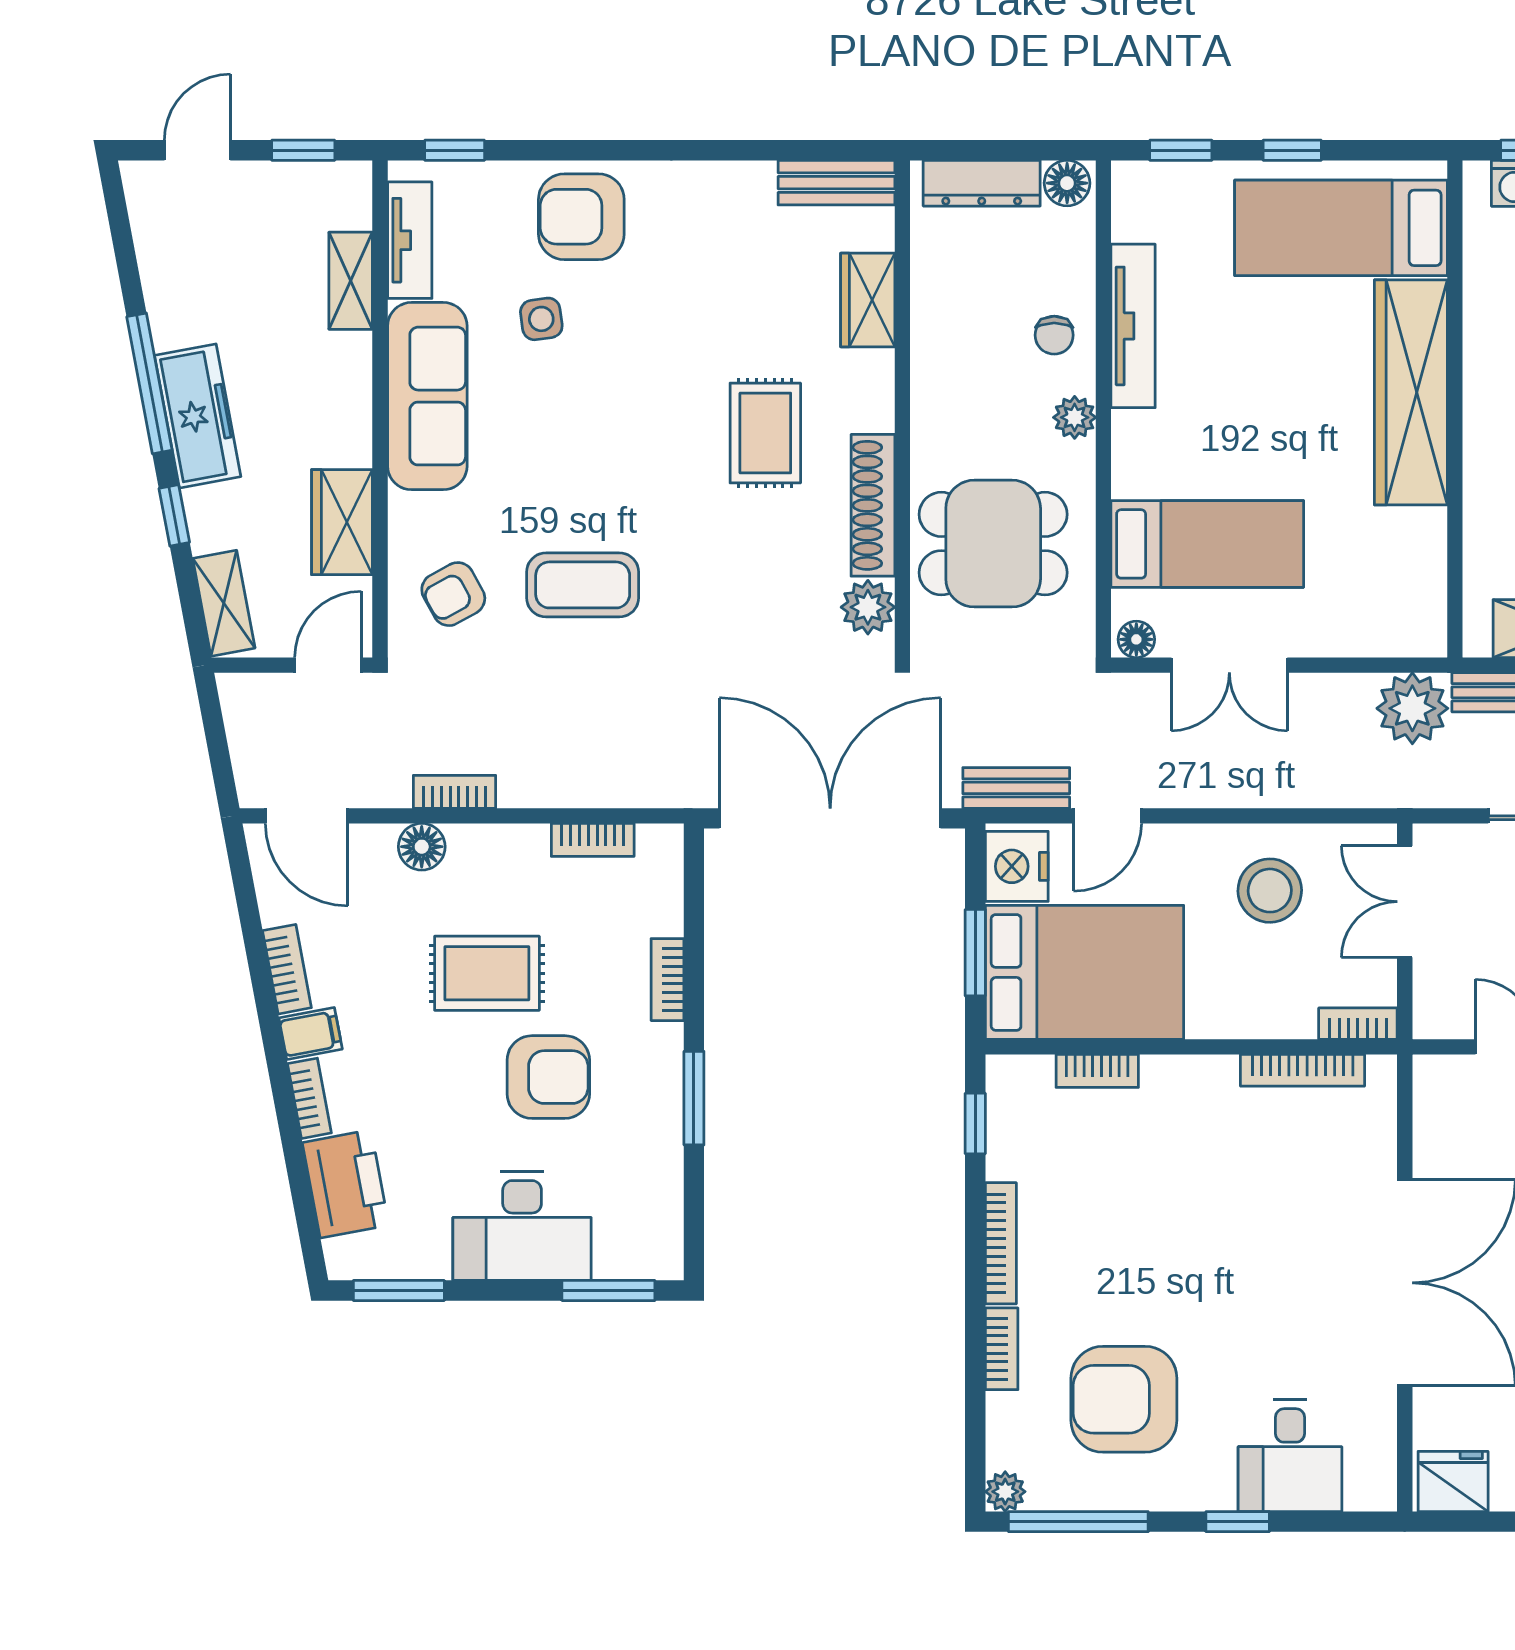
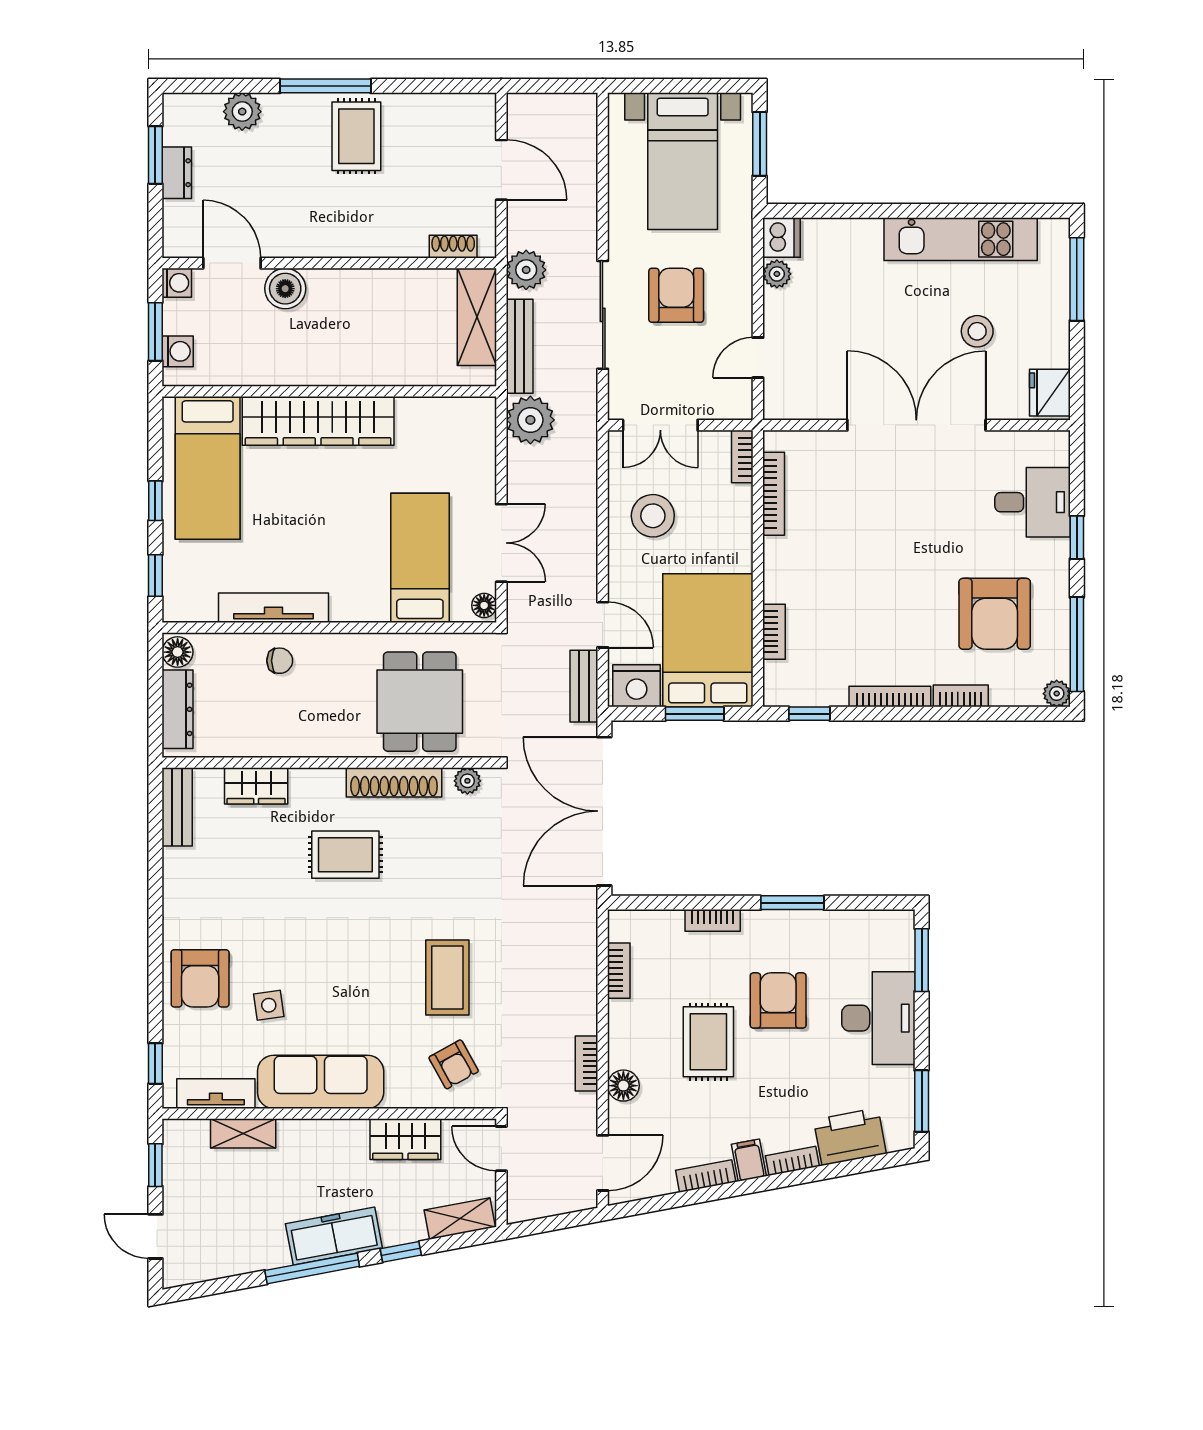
plant: (1075, 417) -> (335, 647), removed
plant: (868, 607) -> (467, 781), width x0.73, depth x0.73

